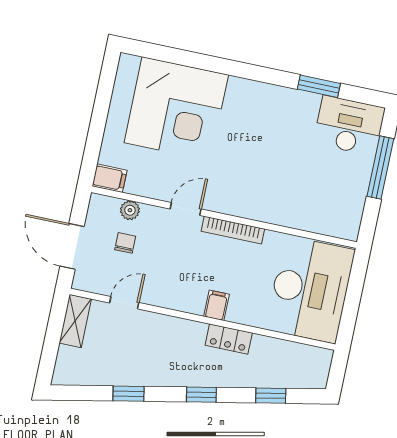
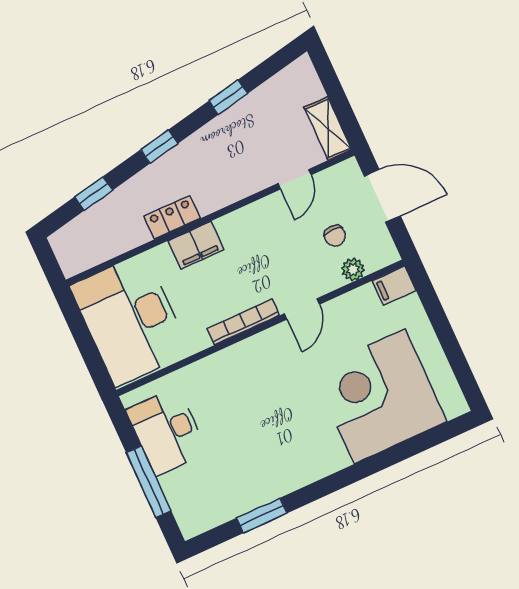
desk: (349, 126) -> (167, 431), moved, turned 90
filing cabinet: (216, 305) -> (196, 245), width x2.00

